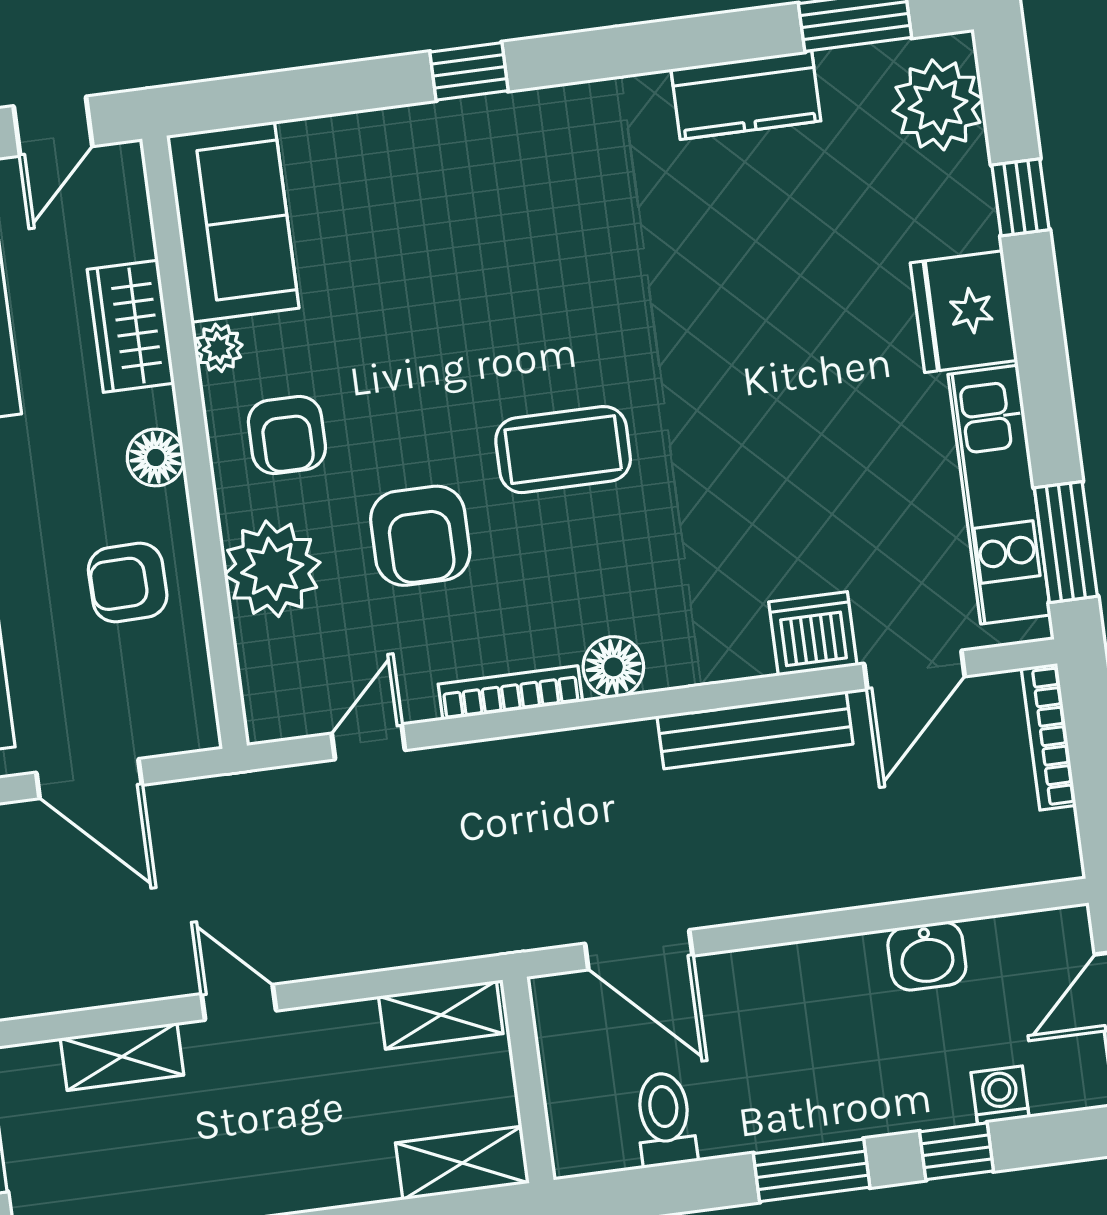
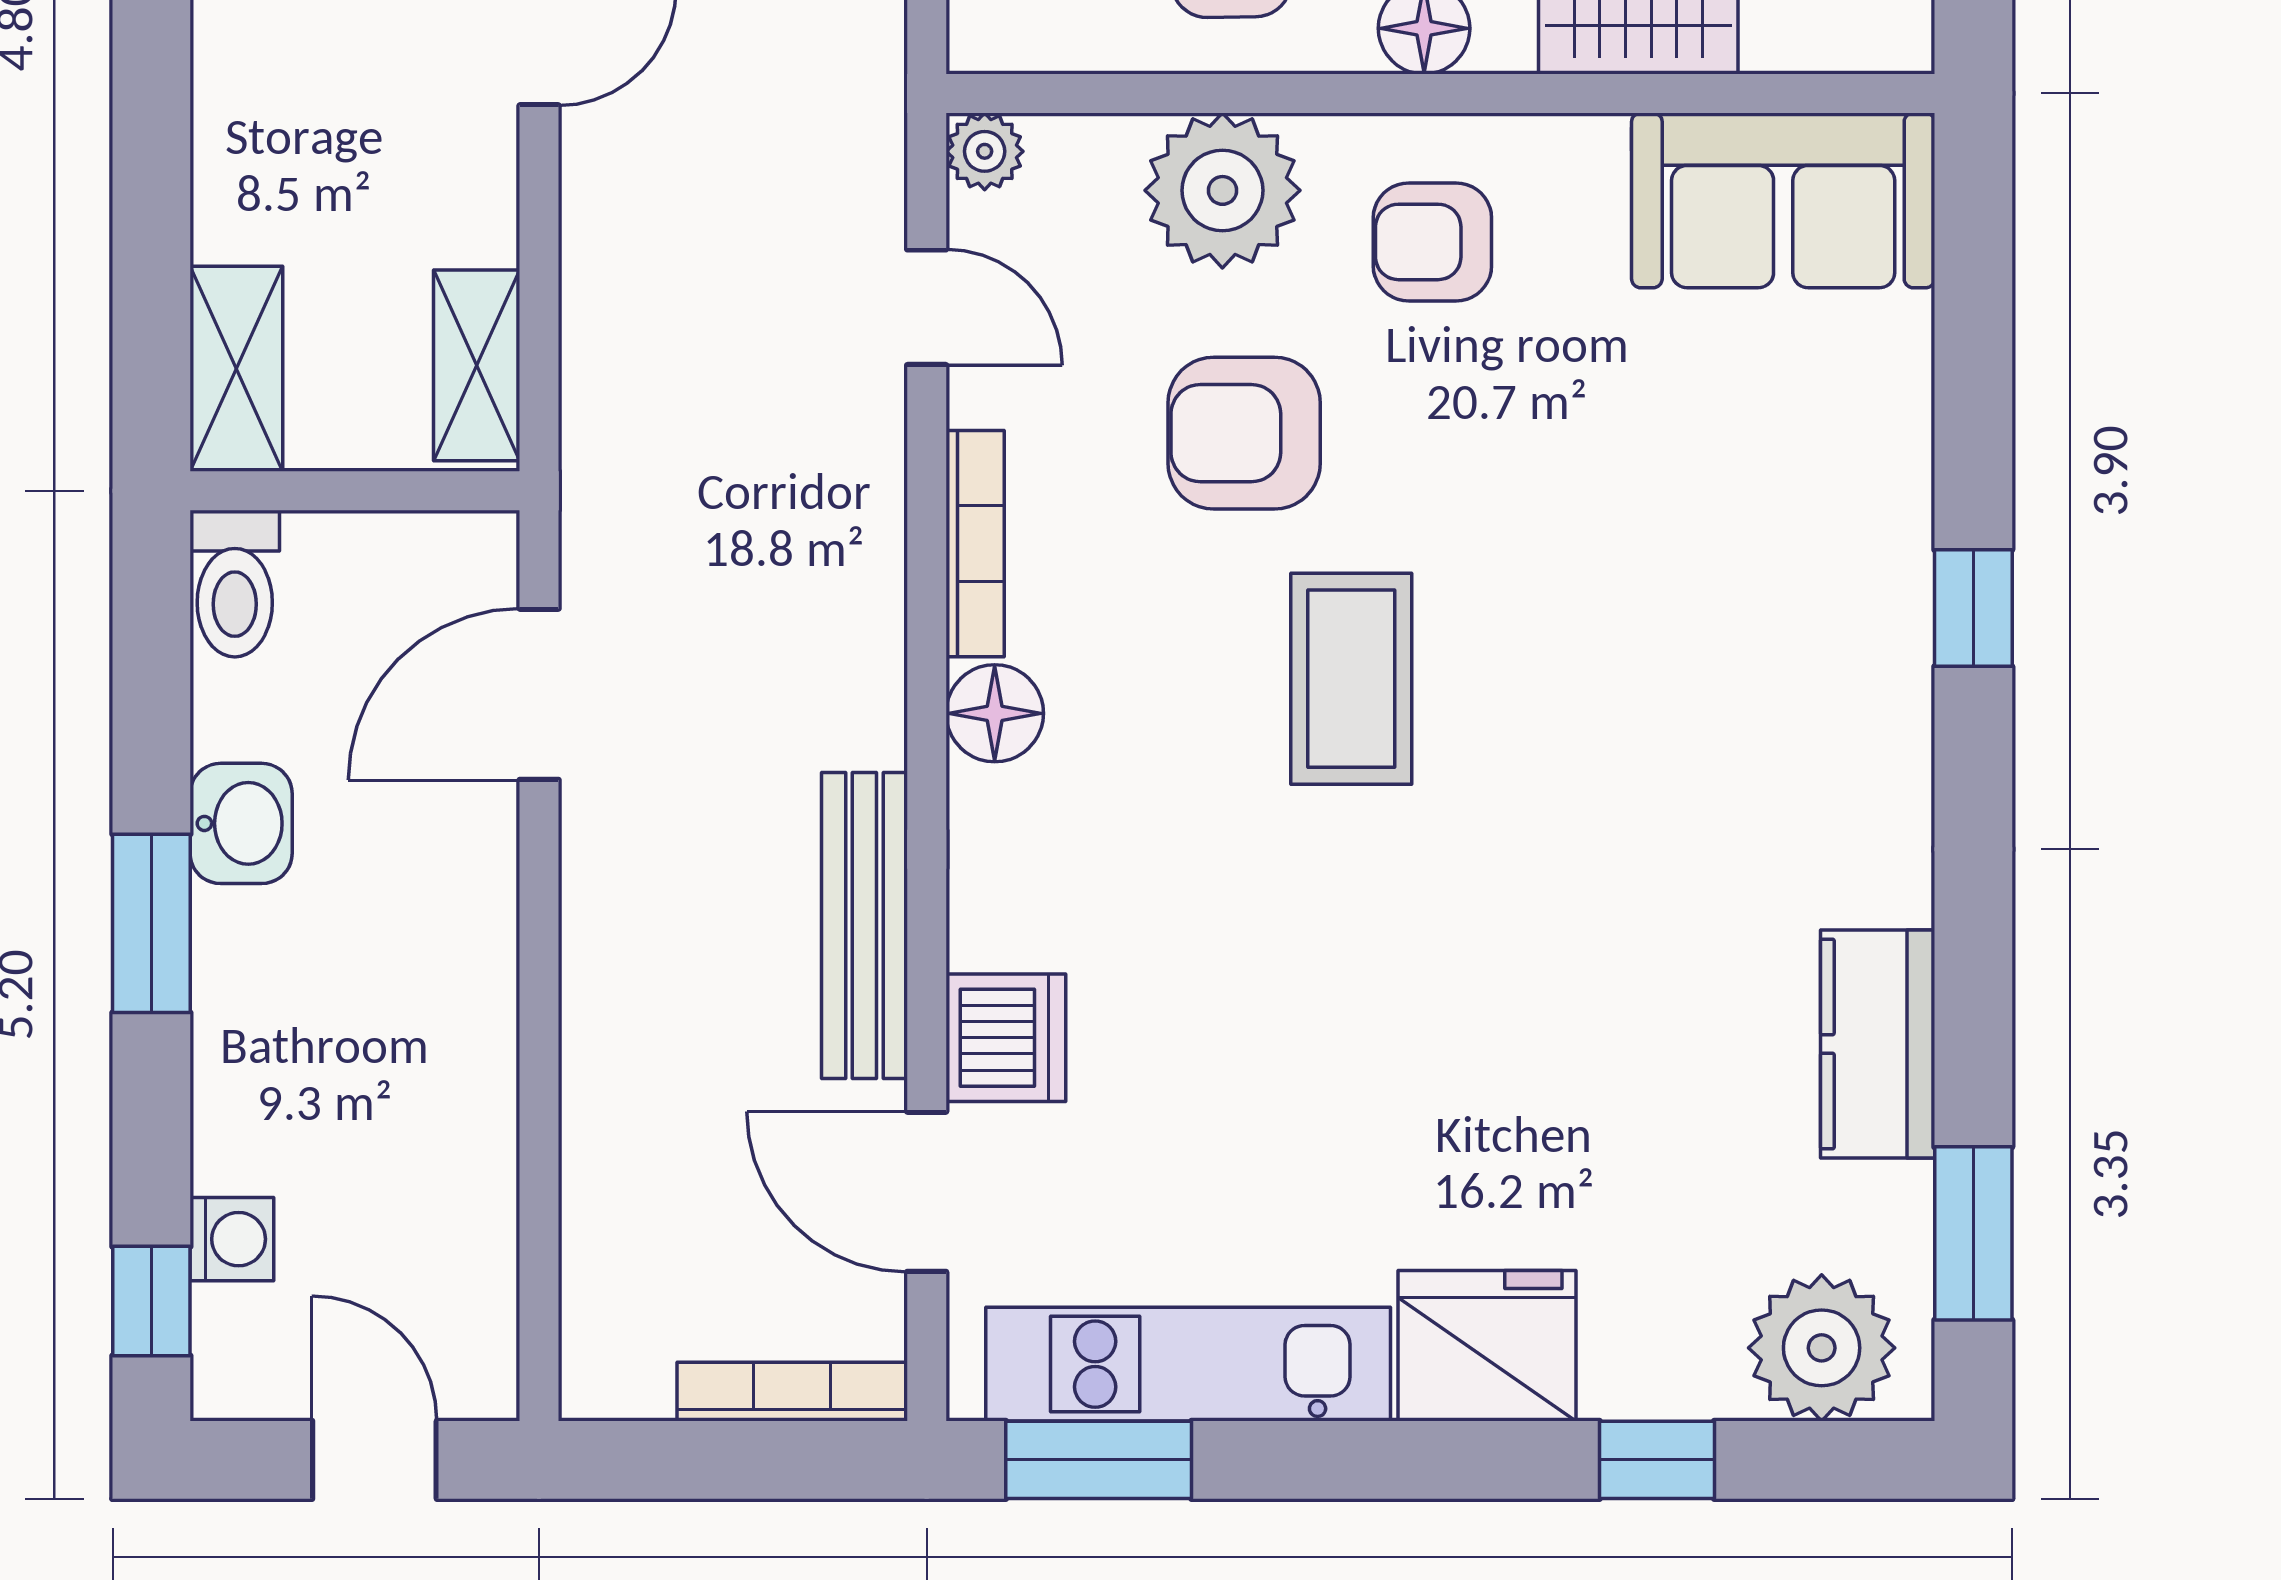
plant: (219, 348) -> (985, 151), moved
washbasin: (927, 956) -> (241, 823), moved, turned 180
toilet: (665, 1119) -> (235, 584), moved, turned 90
window: (957, 1151) -> (151, 1301), moved

